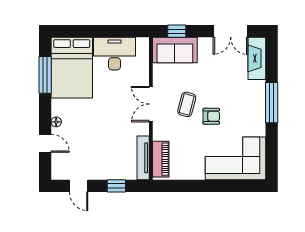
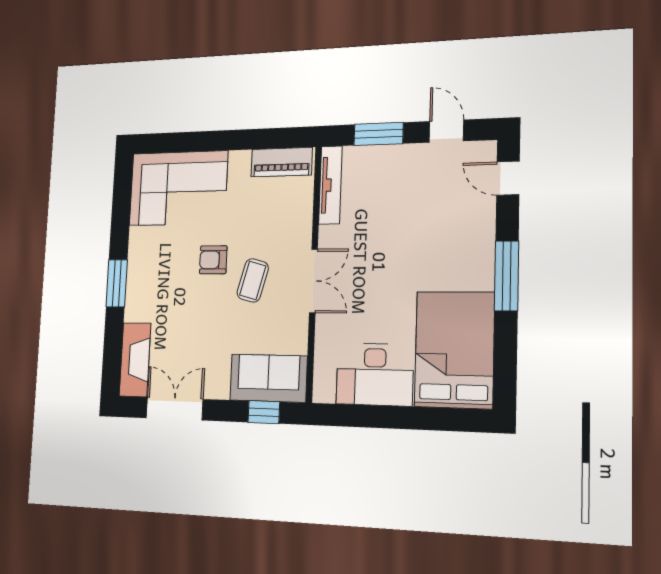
window: (45, 75) -> (506, 276), moved
window: (272, 103) -> (117, 283), width x0.69
floor lamp: (56, 122) -> (486, 248), removed
door: (45, 143) -> (508, 178), moved
piano: (161, 159) -> (282, 162), moved, turned -90
window: (116, 186) -> (379, 134), width x1.50

